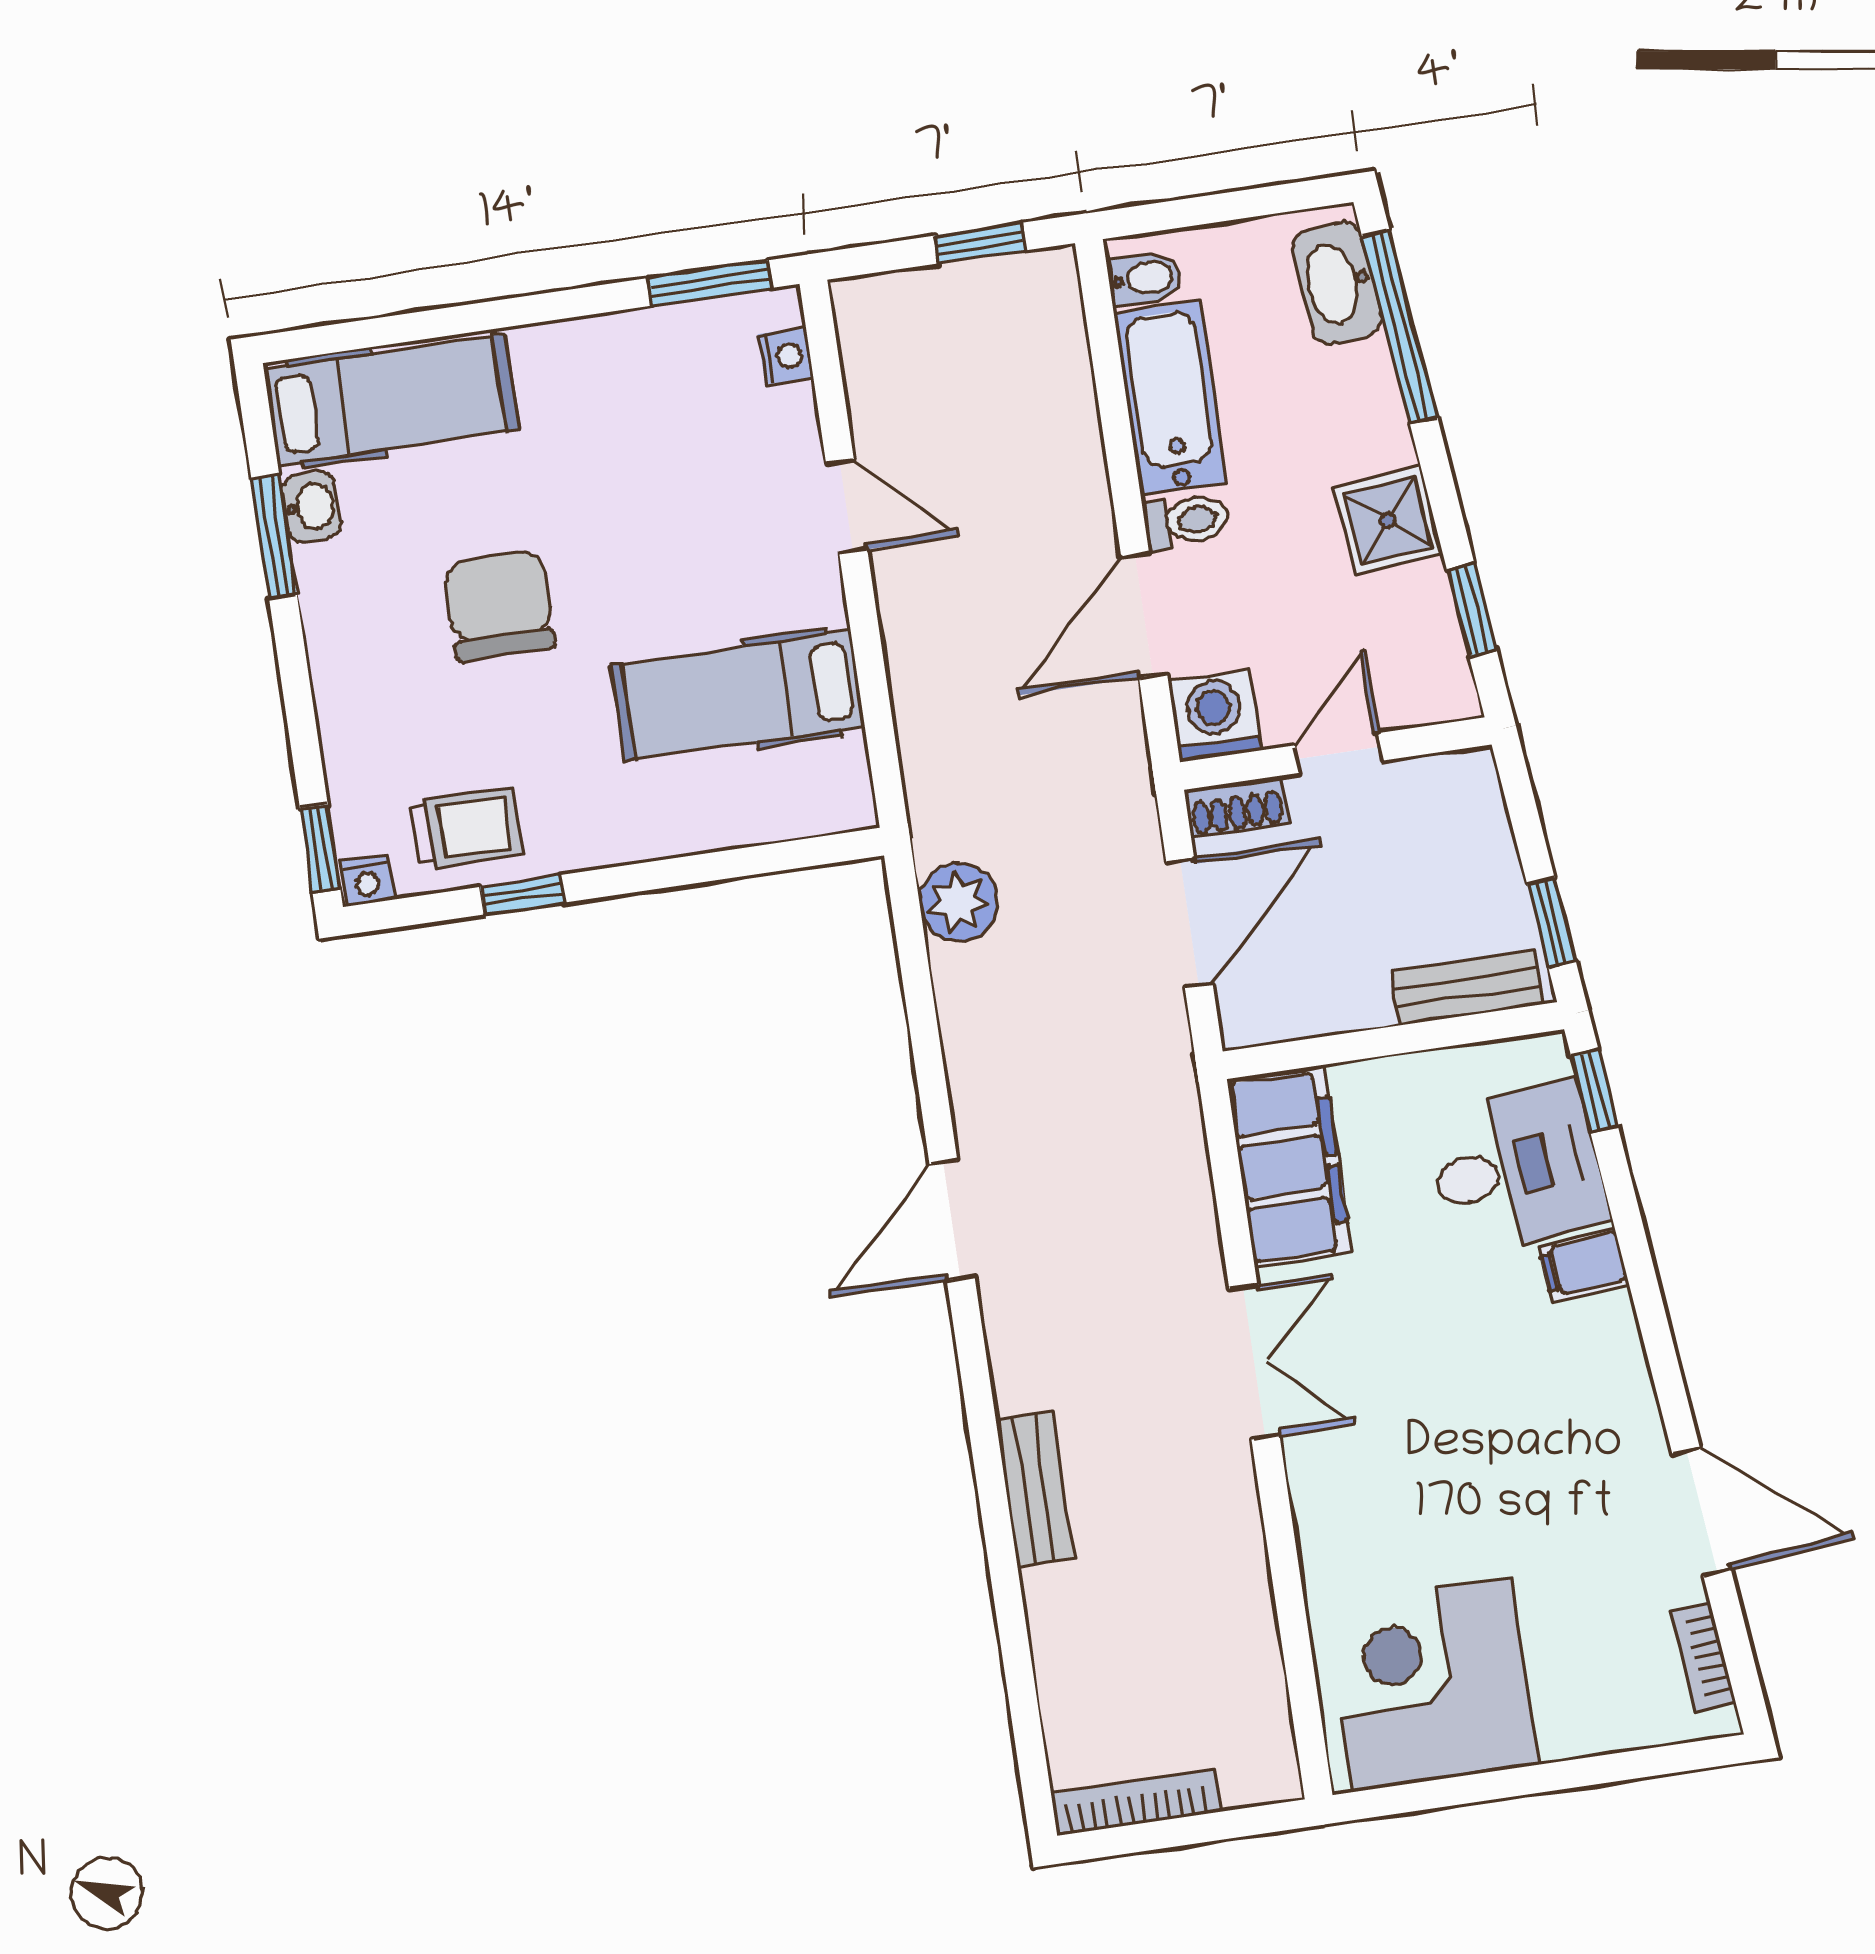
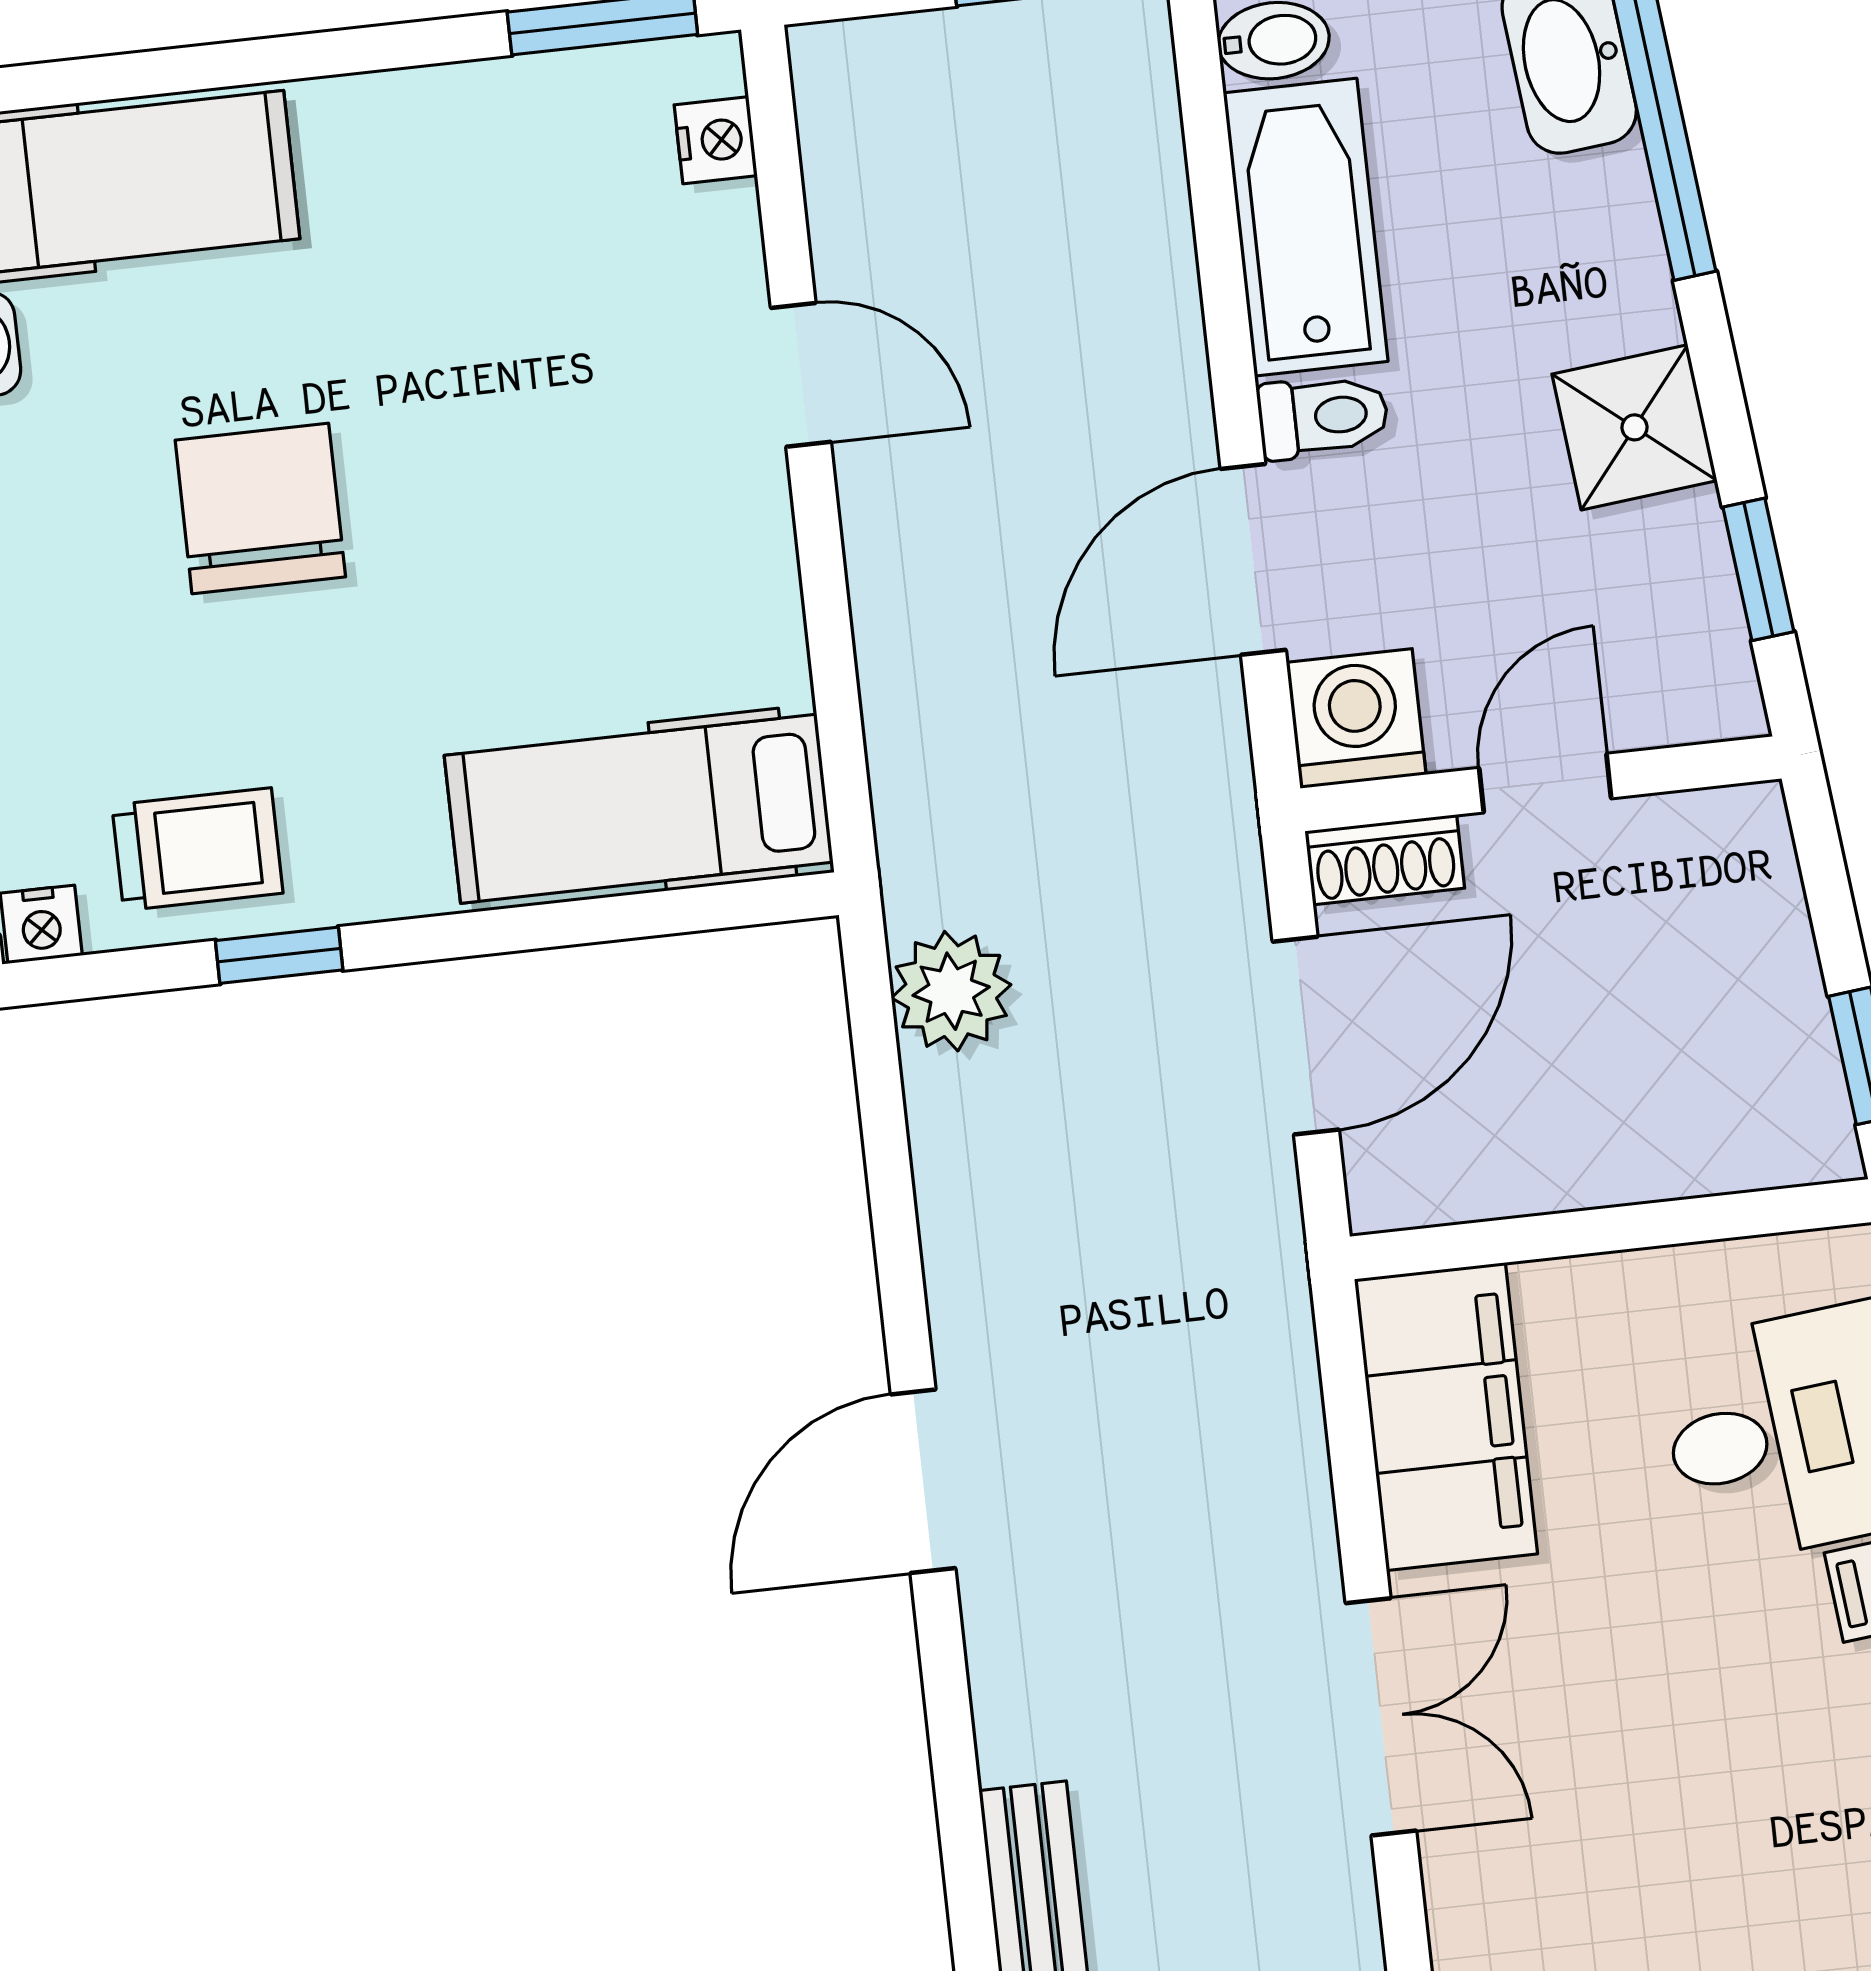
hospital bed: (738, 696) -> (639, 809), moved
bench: (1467, 988) -> (1730, 1152), removed

